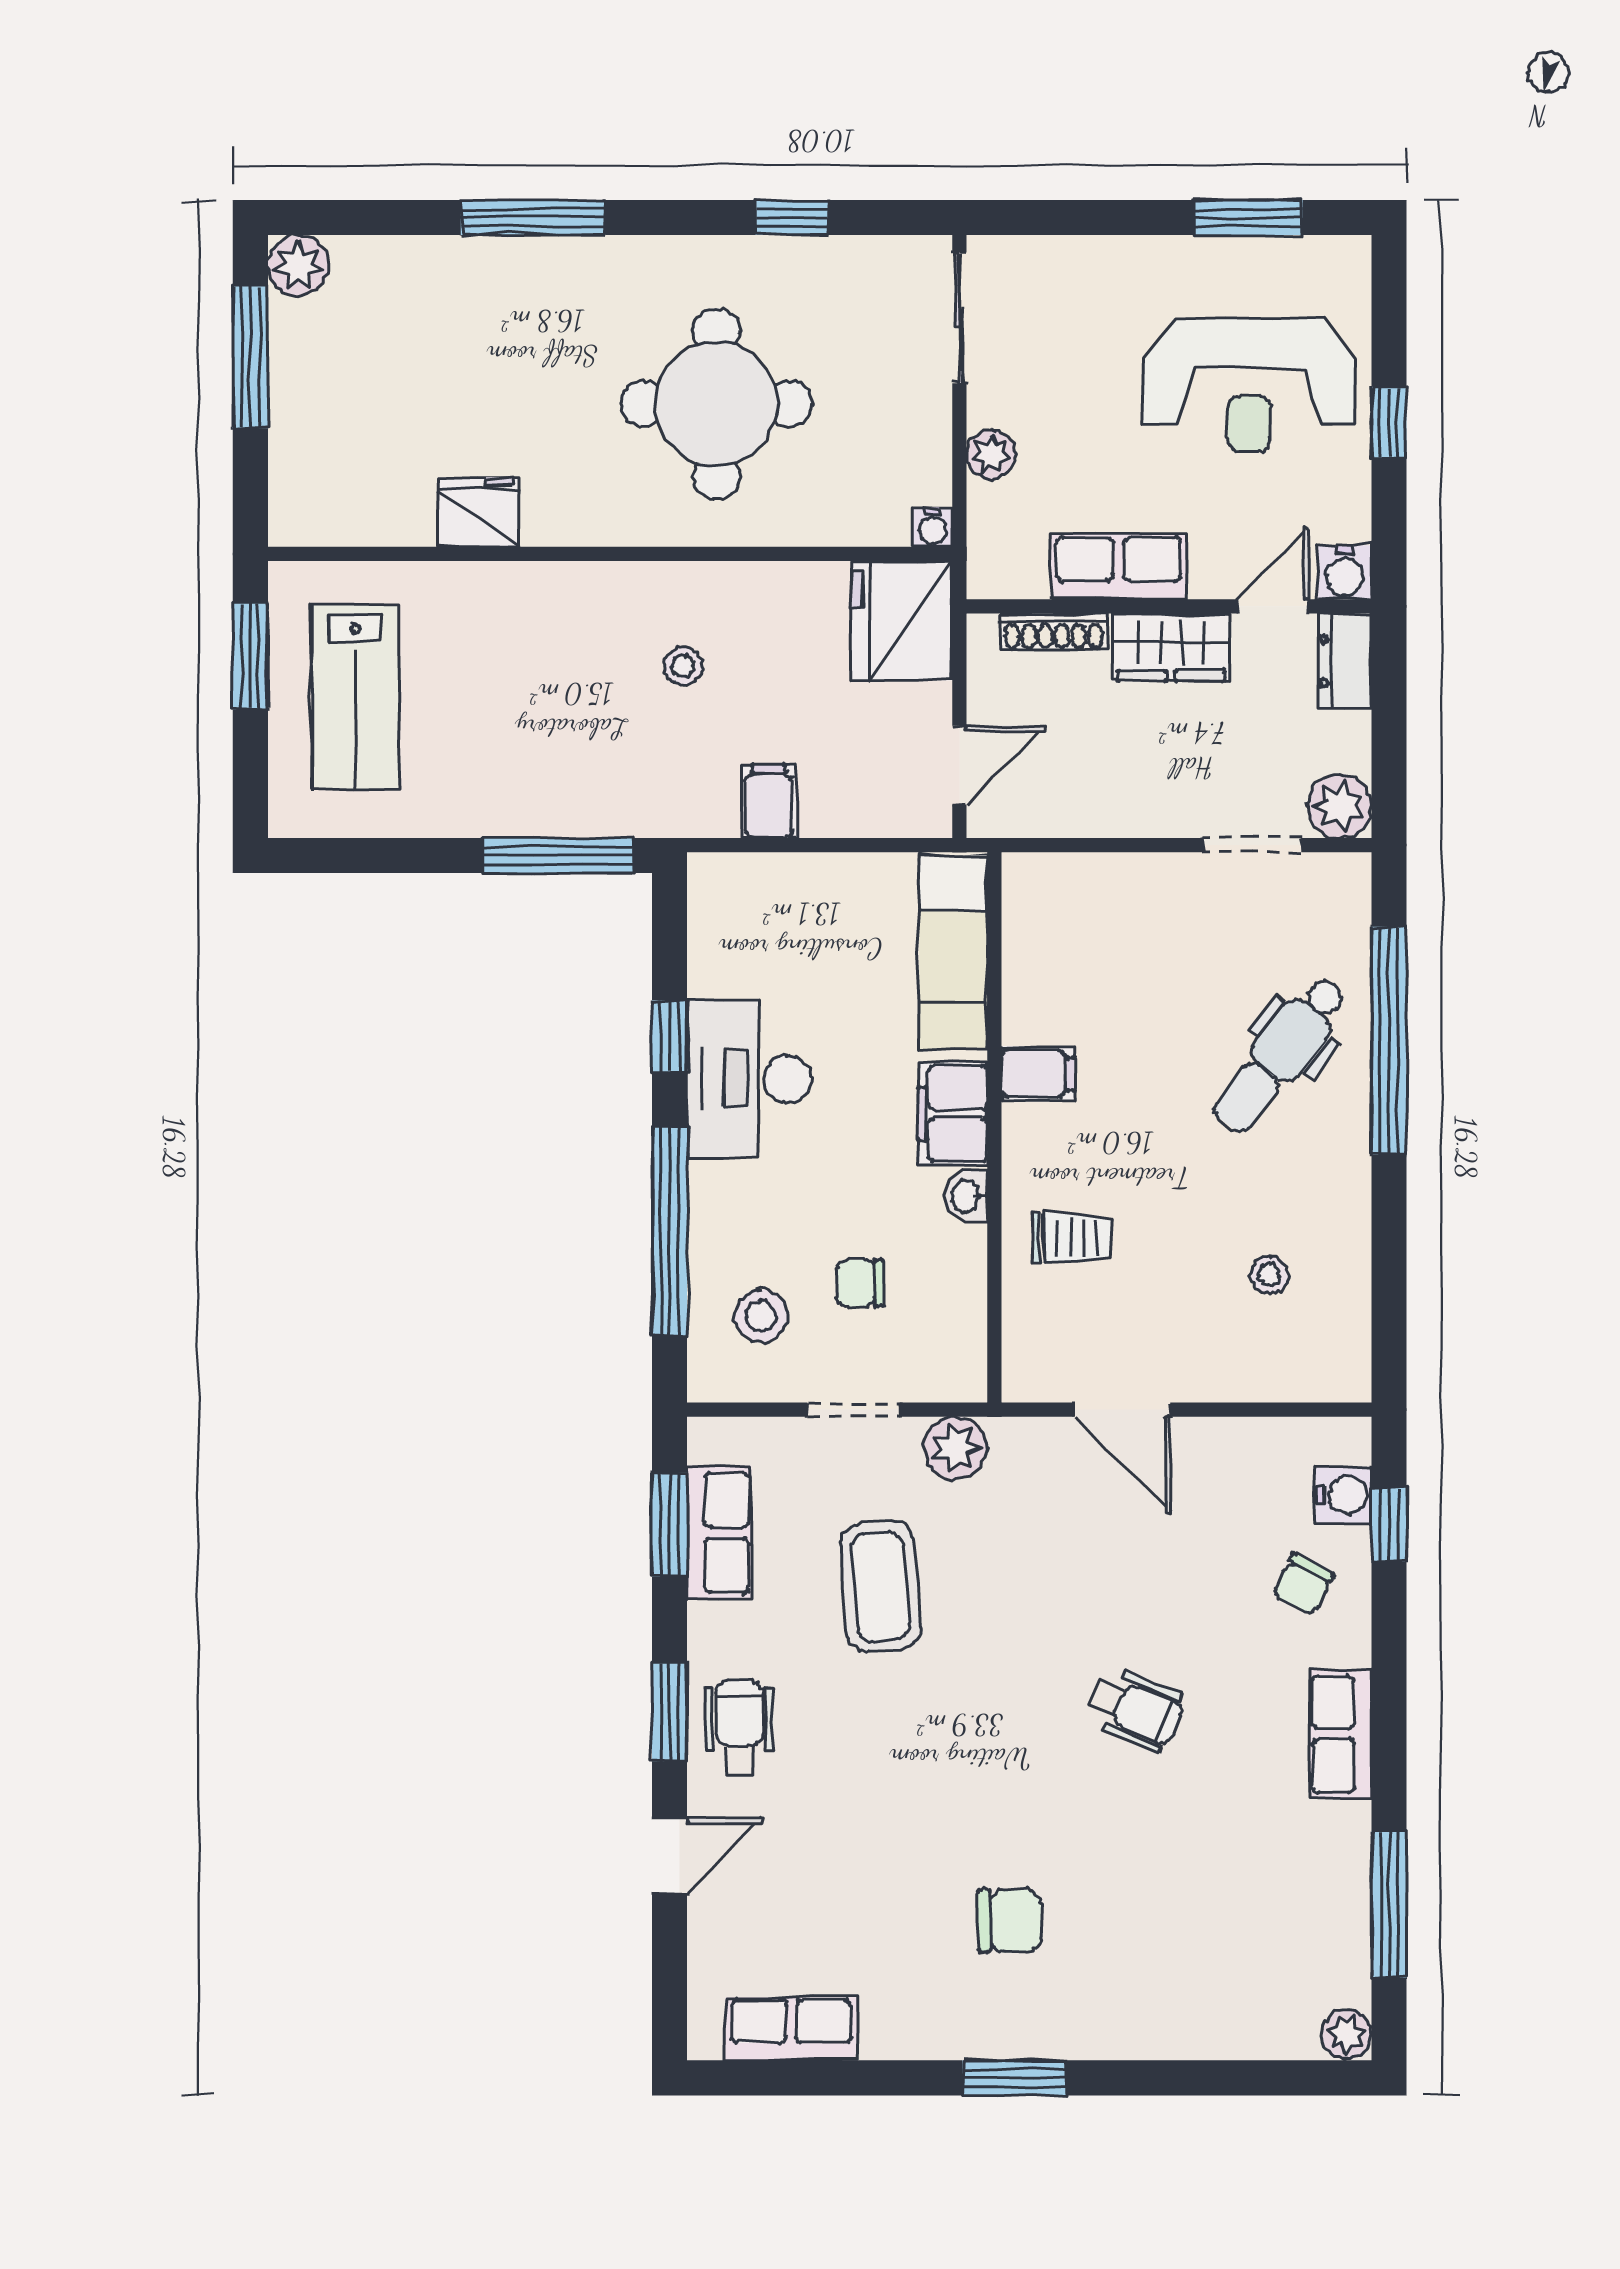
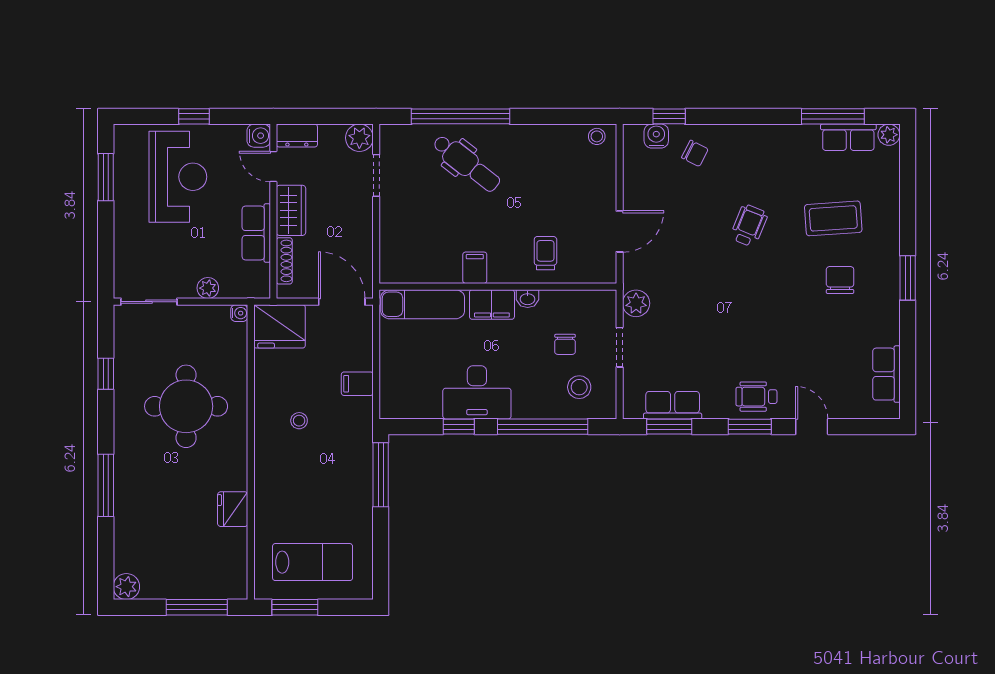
window: (250, 357) -> (197, 607), moved
door: (959, 765) -> (342, 302), width x1.38
stool: (1270, 1275) -> (597, 136), moved
coffee table: (880, 1586) -> (833, 218), moved
row of seats: (1341, 1734) -> (848, 137), moved

